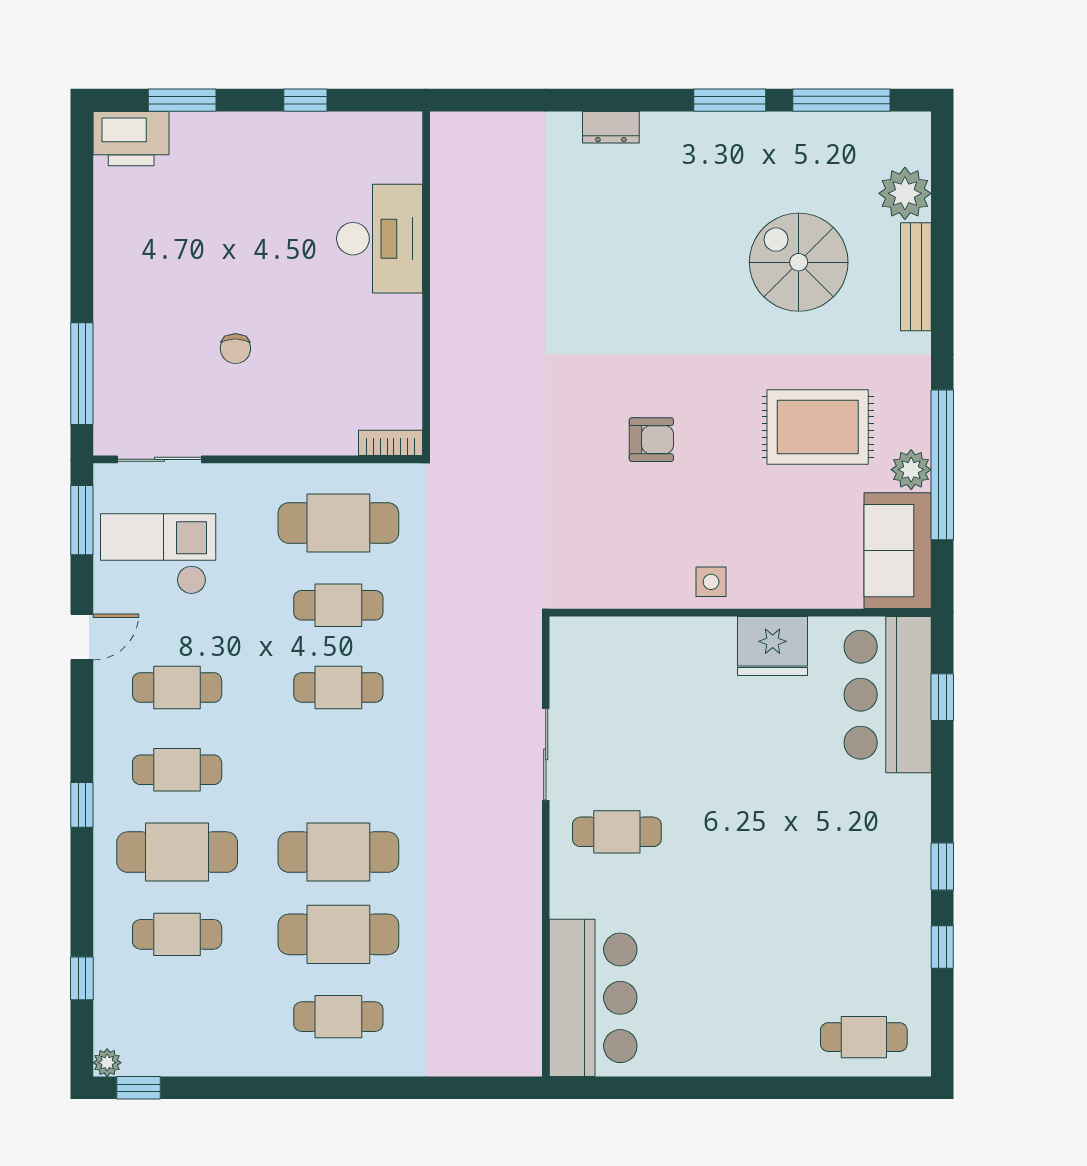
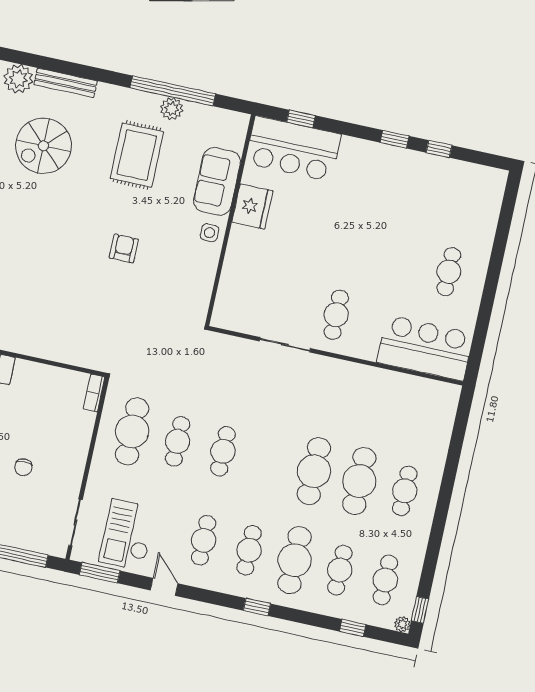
chair: (235, 349) -> (23, 467), turned 90
sofa: (898, 551) -> (217, 181), moved, turned 90
cafe table: (177, 1017) -> (385, 580), added
cafe table: (864, 1037) -> (449, 272), moved

